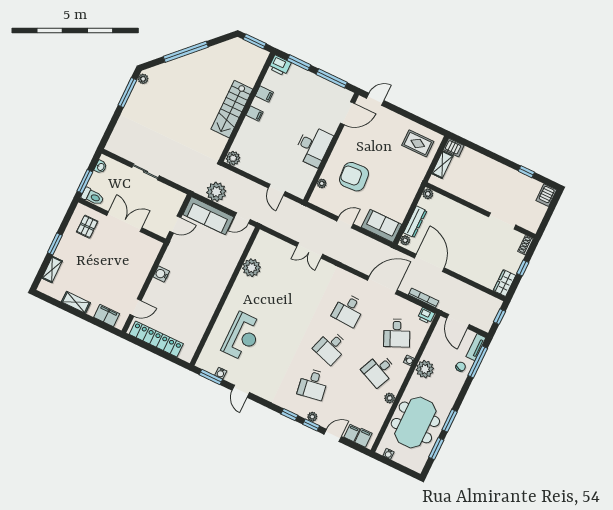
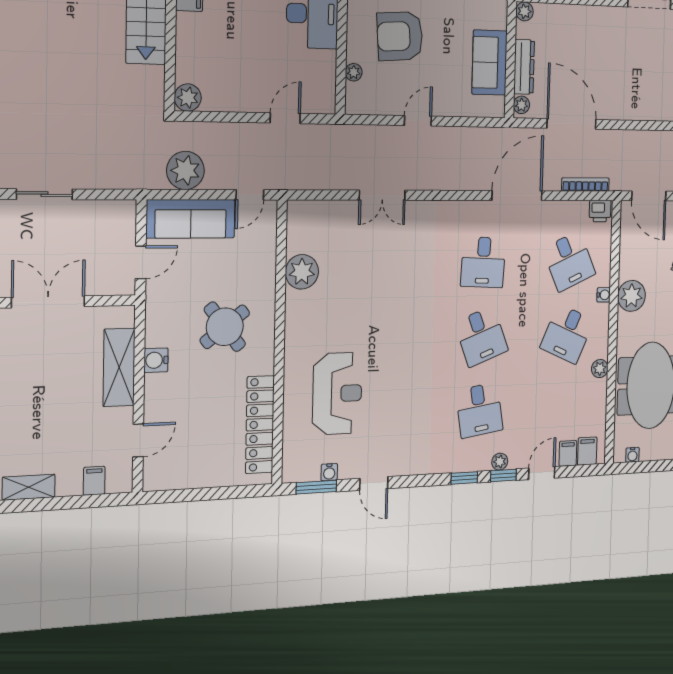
door: (277, 190) -> (285, 118), swing flipped
sofa: (382, 226) -> (490, 63), moved, turned -90
shelving: (143, 268) -> (119, 367), added
round table: (201, 275) -> (225, 327), added
filing cabinet: (107, 315) -> (94, 481), width x0.50
locker: (156, 339) -> (260, 425), moved, turned -90
desk: (331, 347) -> (481, 336), turned -39

